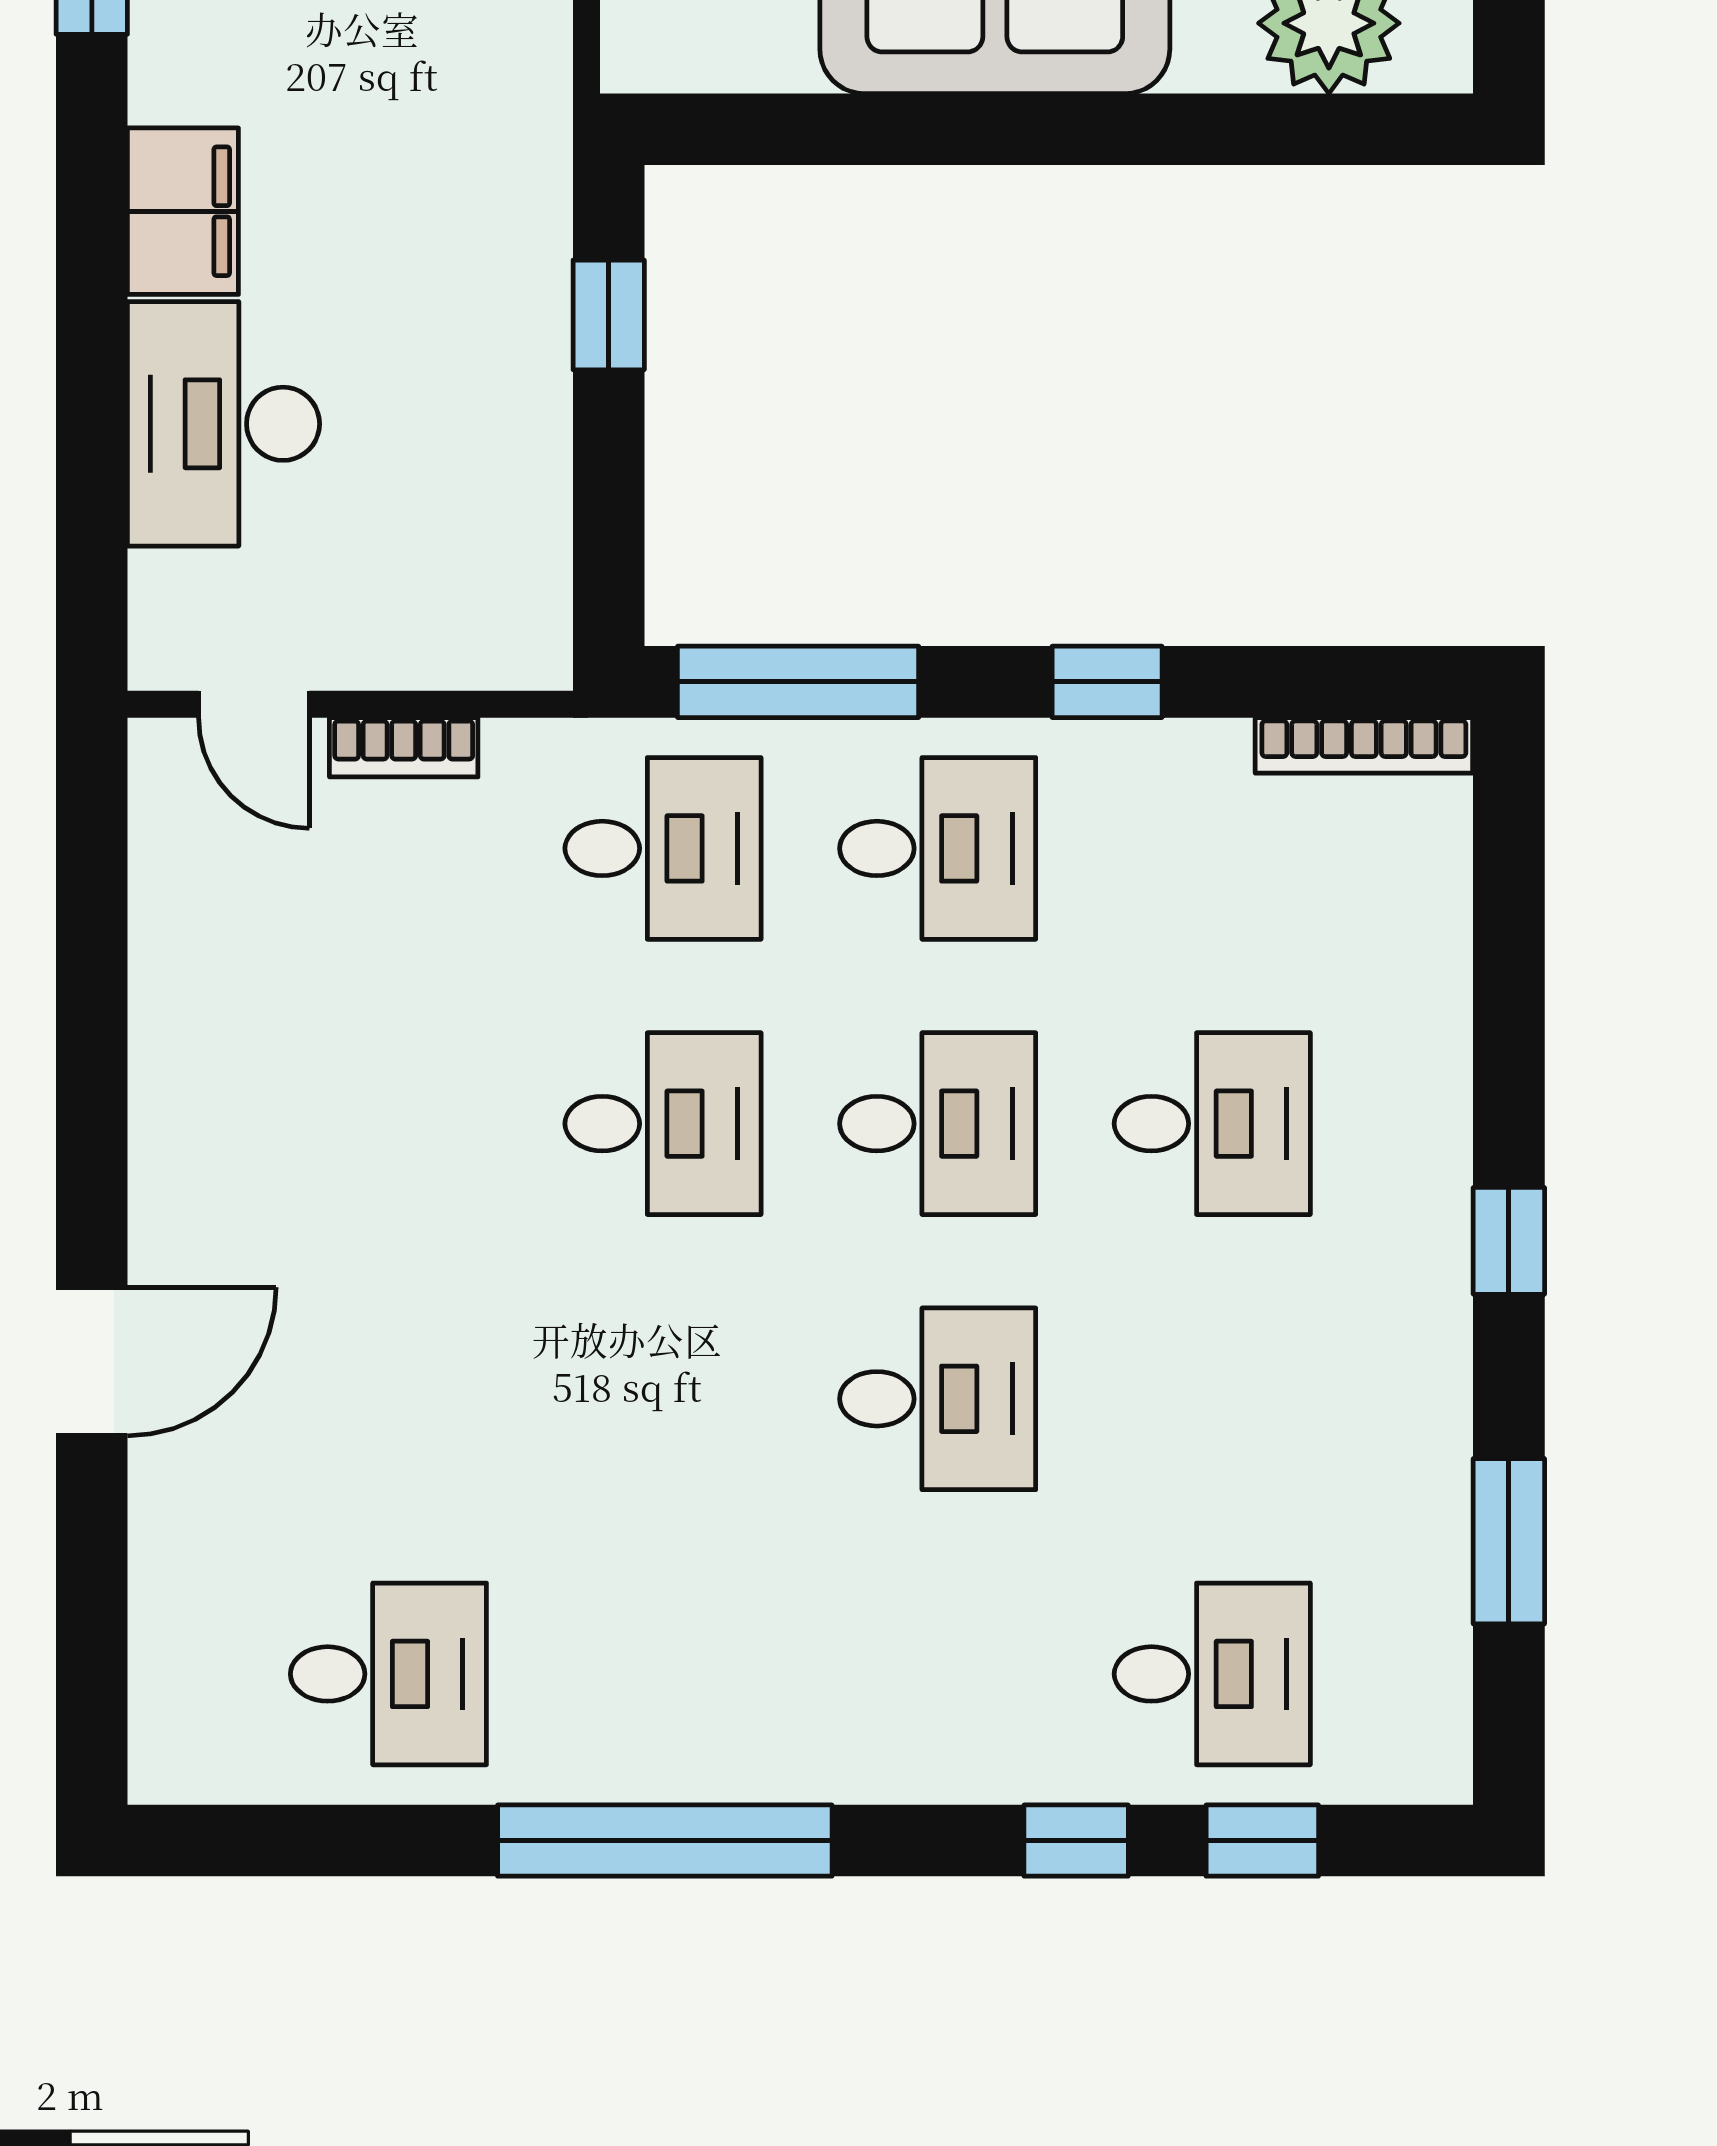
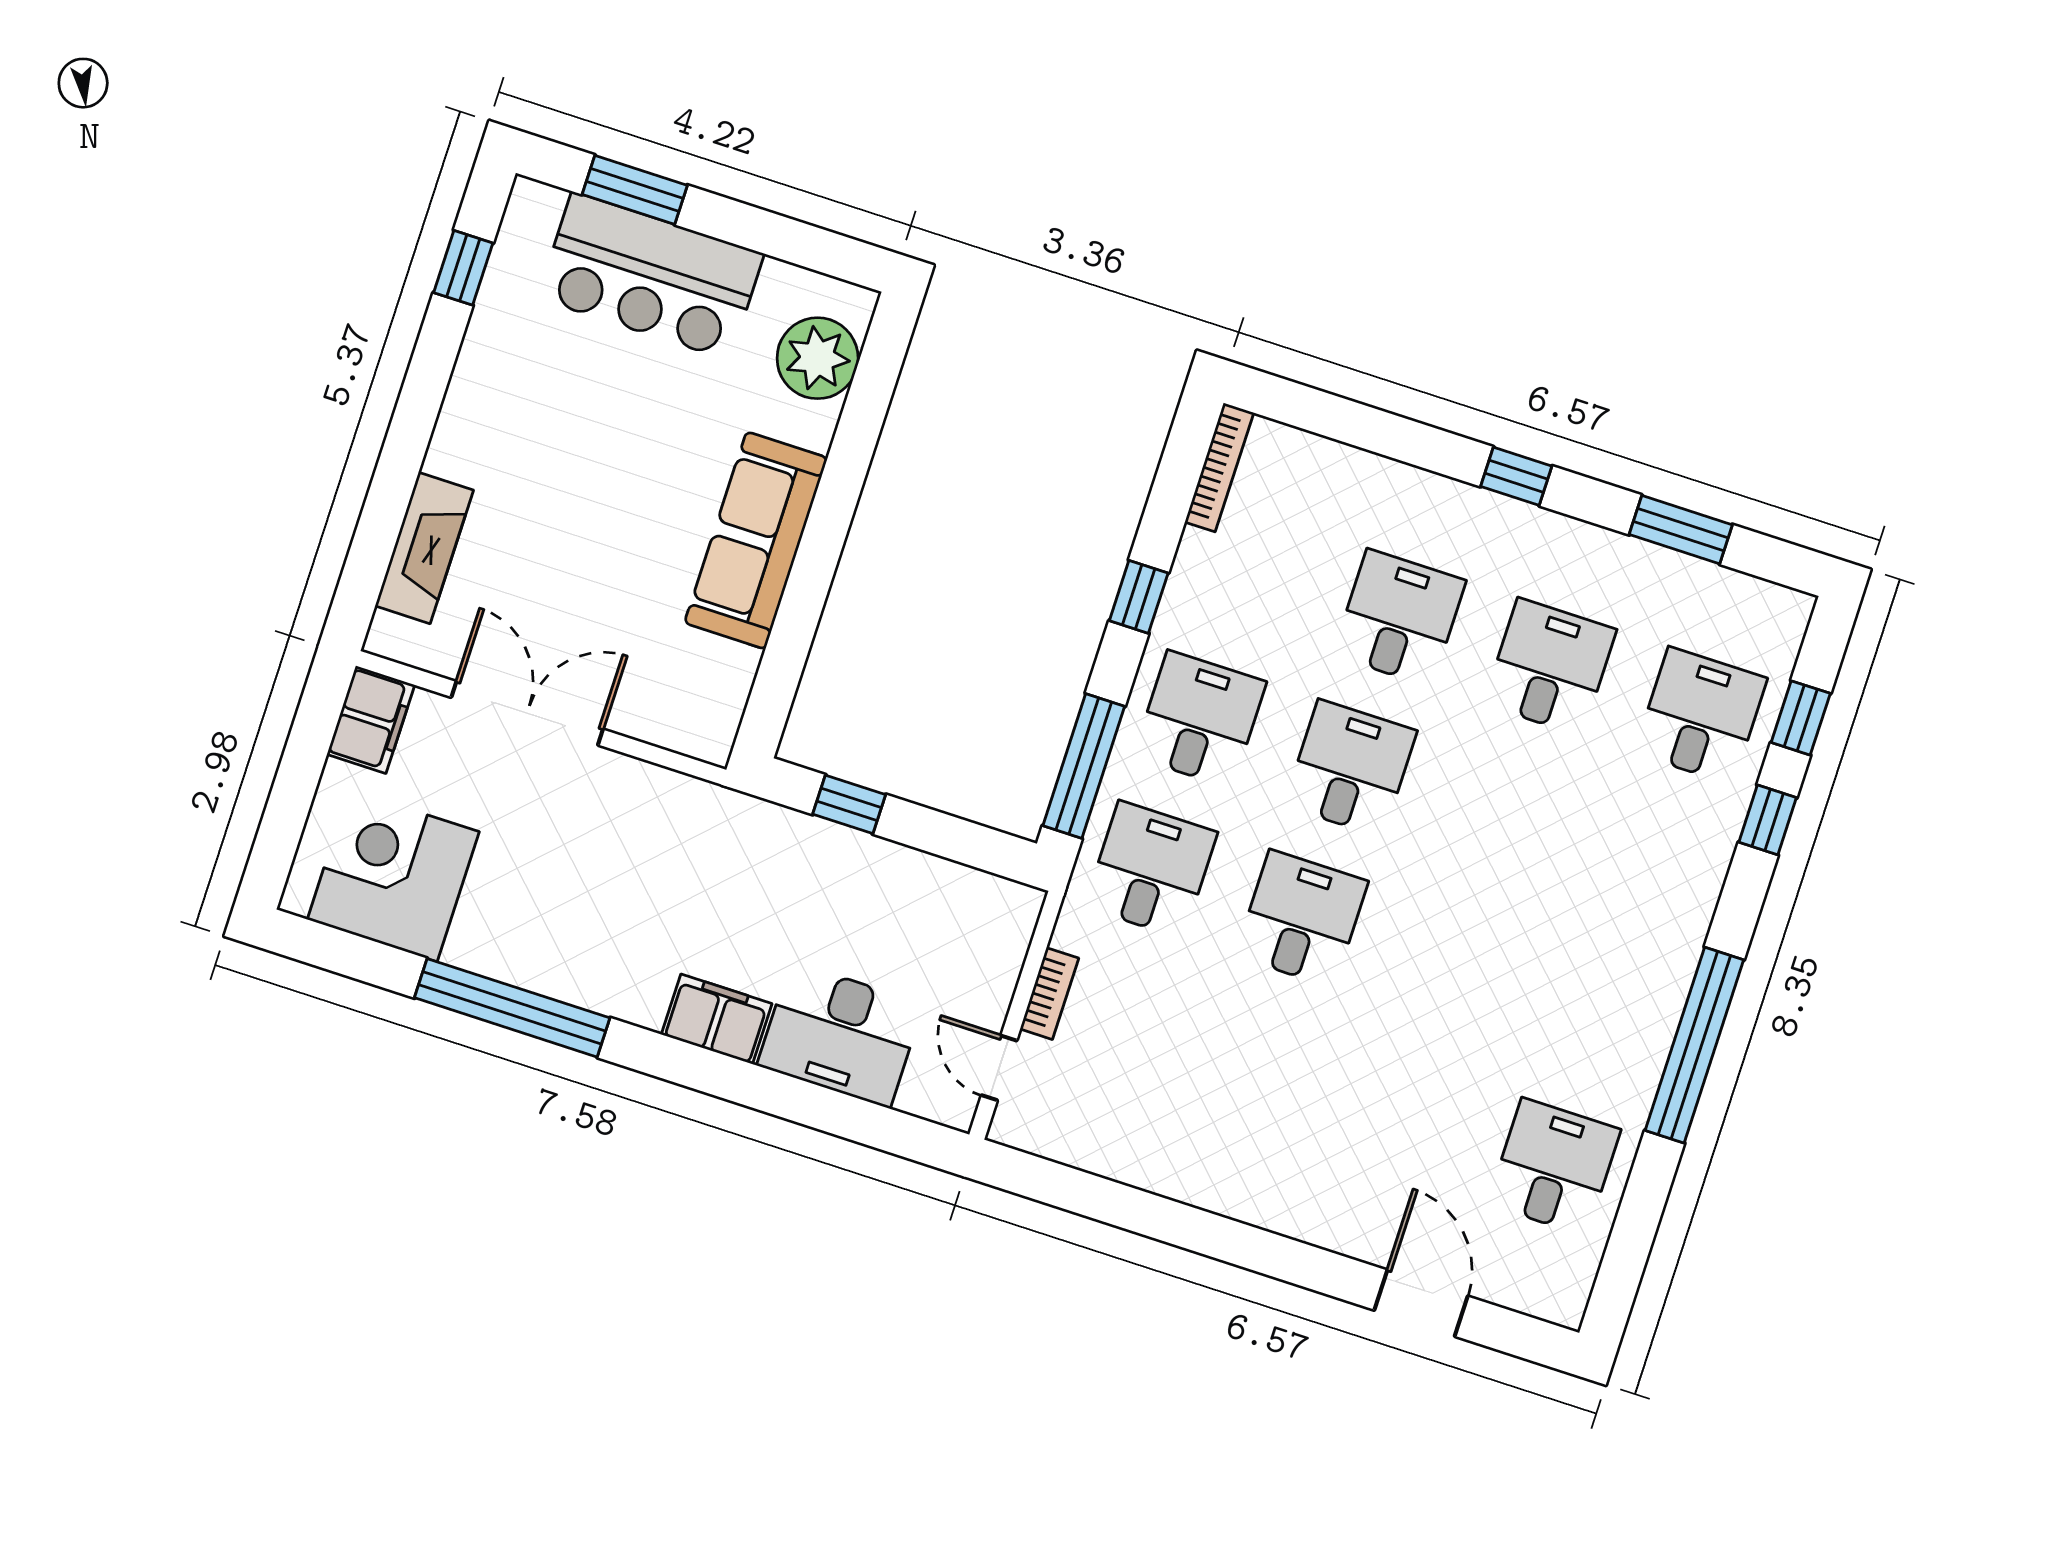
door: (254, 704) -> (999, 1068), swing flipped
door: (92, 1361) -> (1421, 1303), moved
desk: (938, 1399) -> (1550, 667), moved

